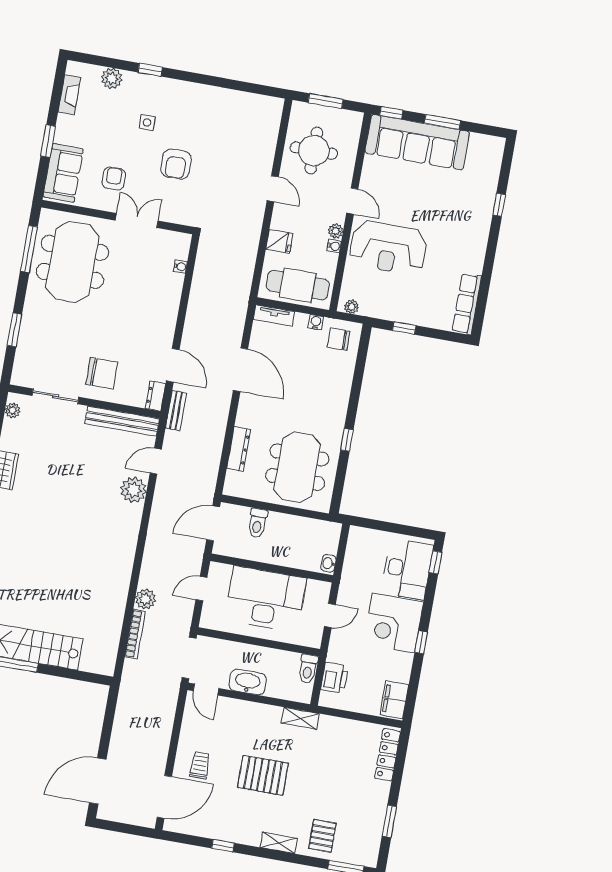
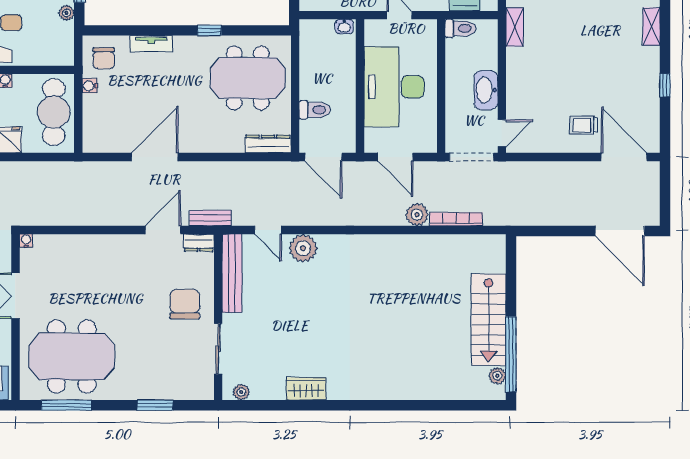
water cooler: (180, 267) -> (26, 241), moved
plant: (351, 307) -> (67, 13), moved
tv unit: (274, 315) -> (151, 44), moved, turned 90
dresser: (239, 449) -> (268, 144), moved
door: (201, 589) -> (395, 157), width x1.38
pallet: (263, 775) -> (582, 56), removed

